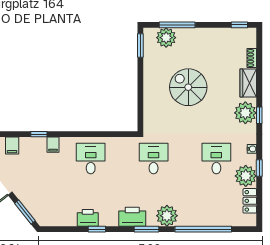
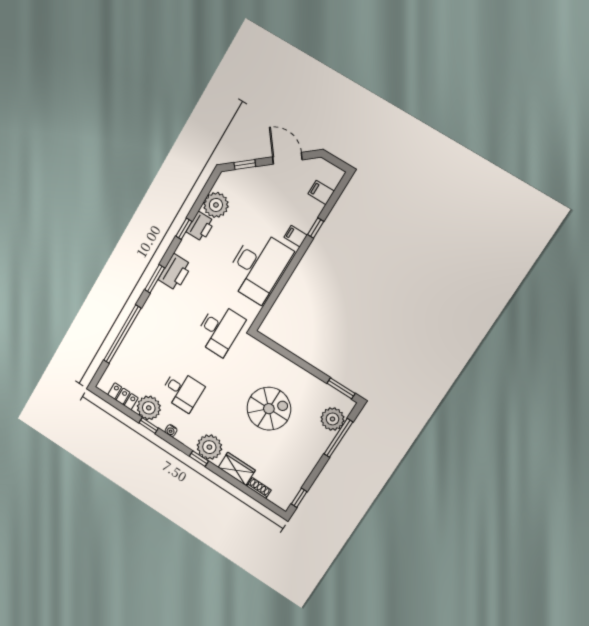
desk: (91, 159) -> (258, 266), width x1.87, depth x1.30
desk: (154, 159) -> (219, 329), width x1.37
window: (25, 212) -> (245, 165), width x0.67
plant: (167, 216) -> (216, 205), moved

